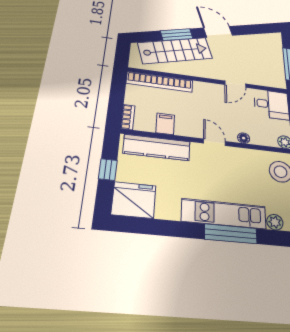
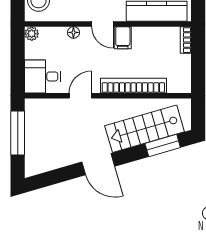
window: (176, 35) -> (163, 146), moved
bookcase: (160, 82) -> (133, 86), moved
filing cabinet: (165, 124) -> (123, 38), moved

